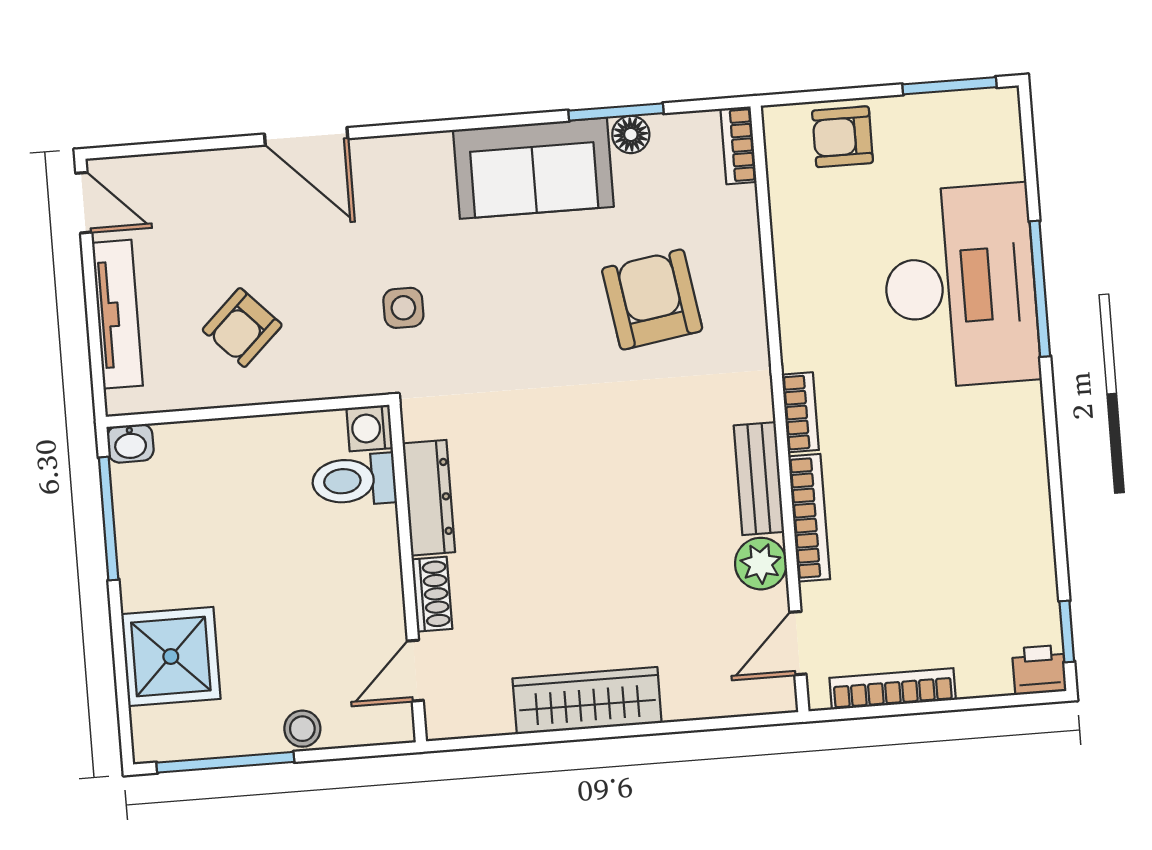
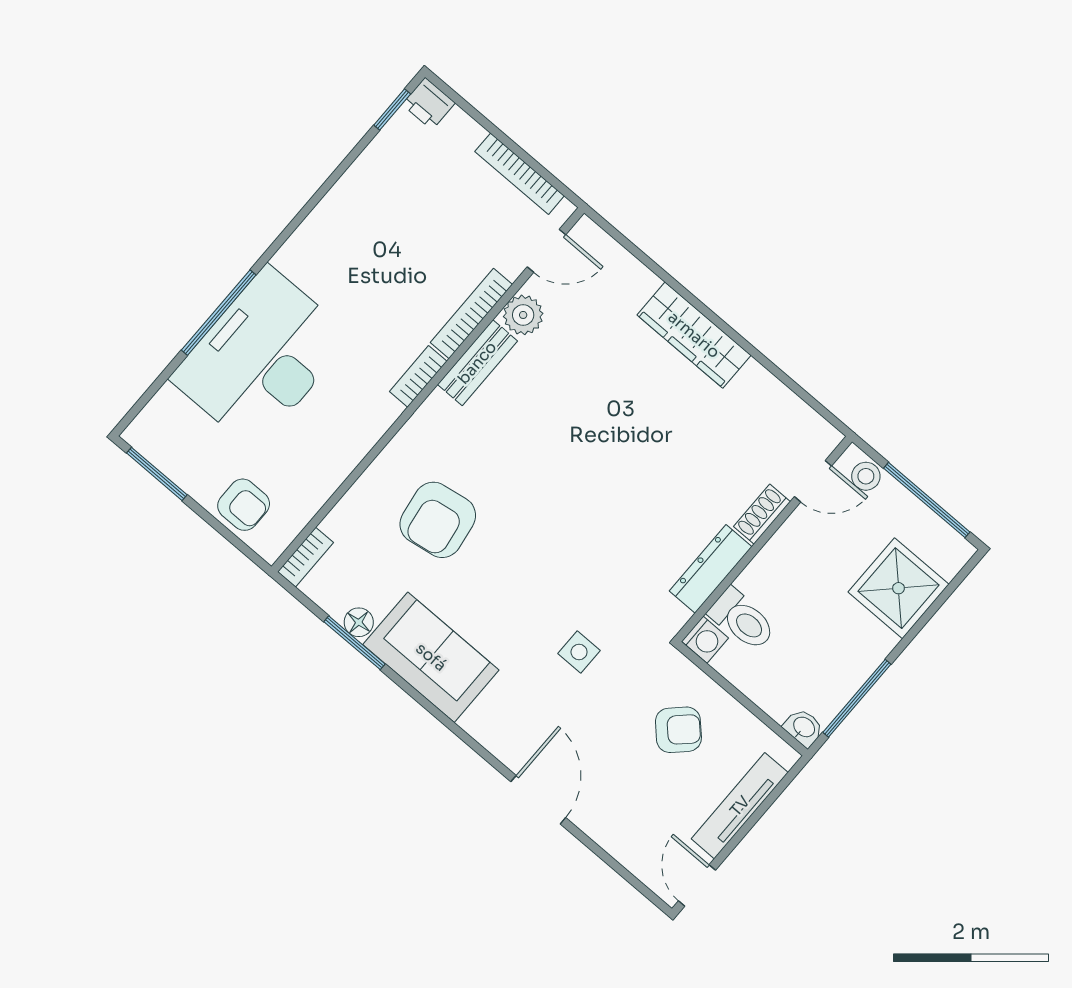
washing machine: (370, 428) -> (705, 640), moved
toilet: (354, 480) -> (742, 620), moved
dresser: (429, 498) -> (711, 569), moved
wall: (408, 573) -> (764, 539), moved
shoe rack: (432, 594) -> (762, 514), moved
door: (415, 671) -> (813, 481), moved

